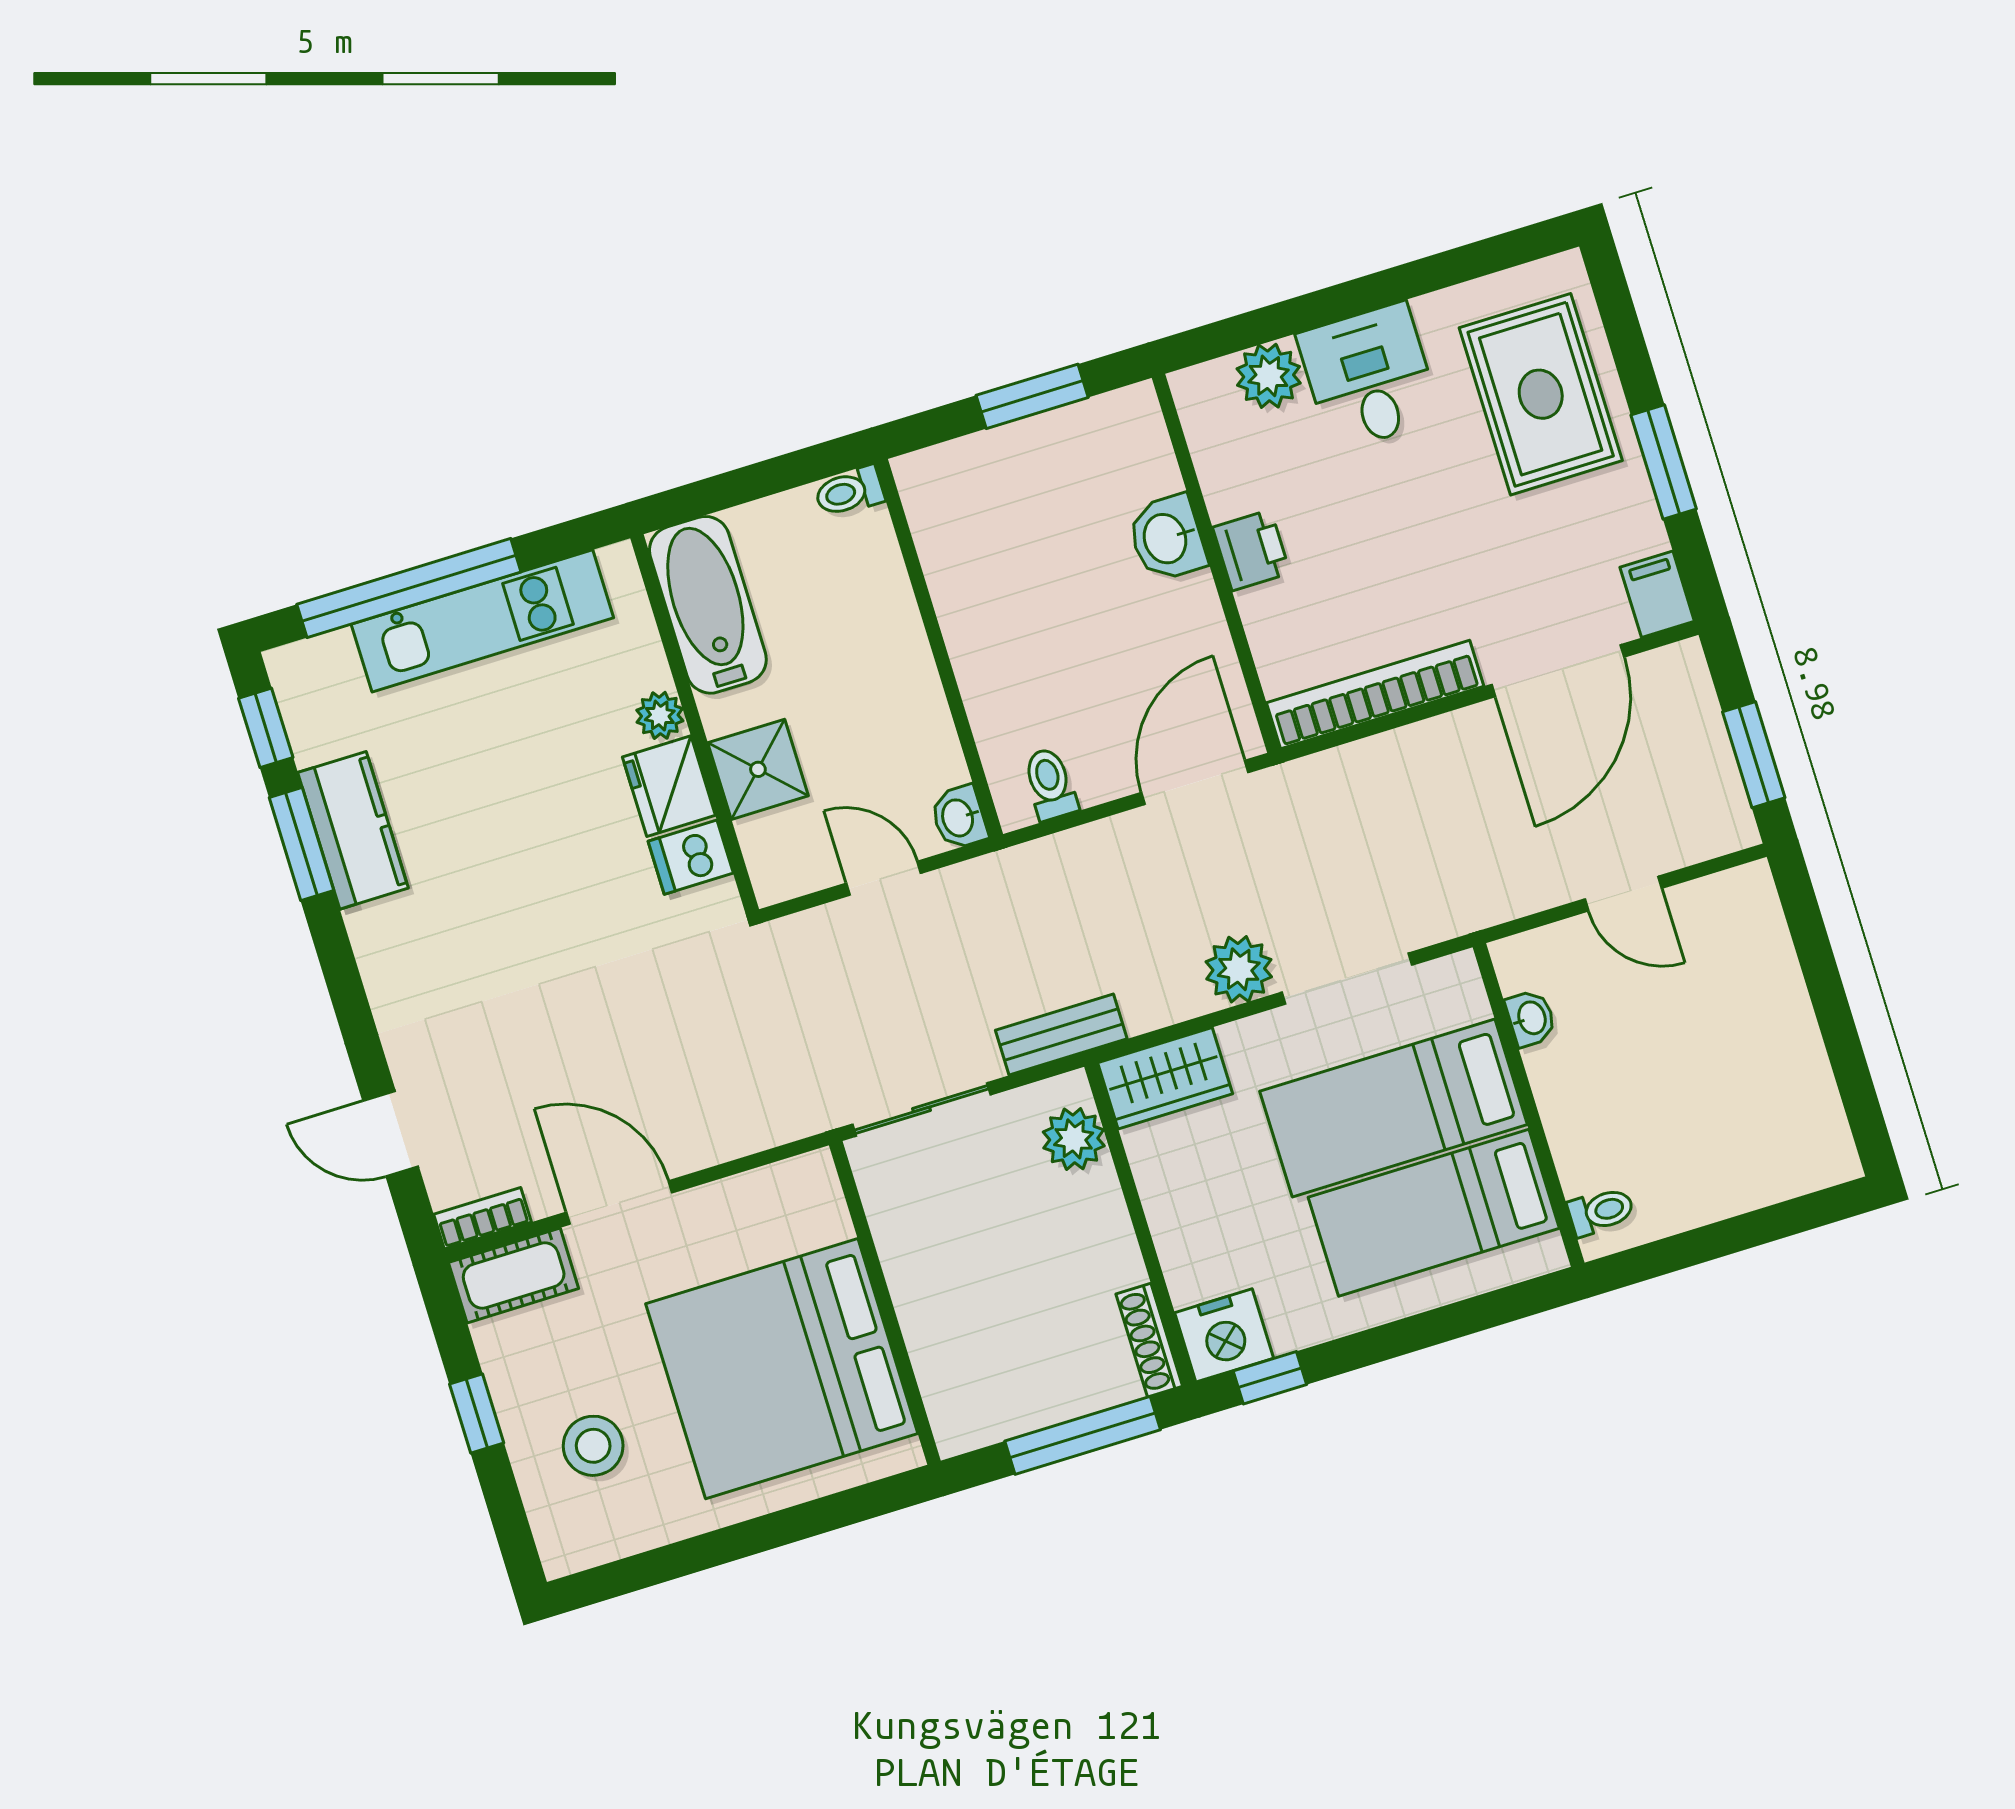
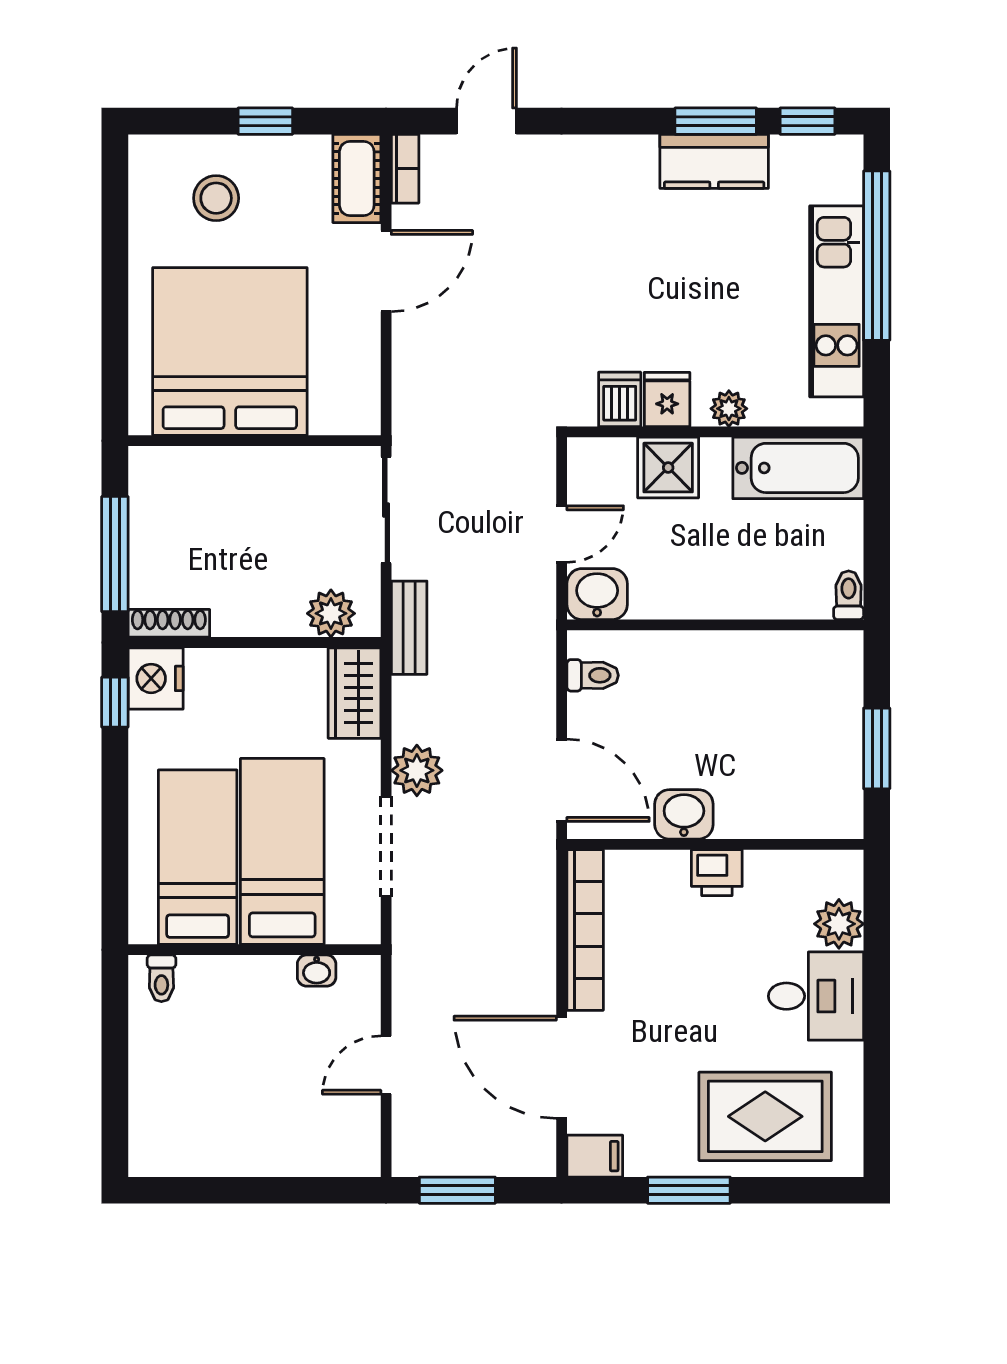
washbasin: (1167, 538) -> (684, 814), moved
fridge: (669, 786) -> (667, 399), width x0.72
washbasin: (959, 817) -> (597, 594), width x1.38, depth x1.45

